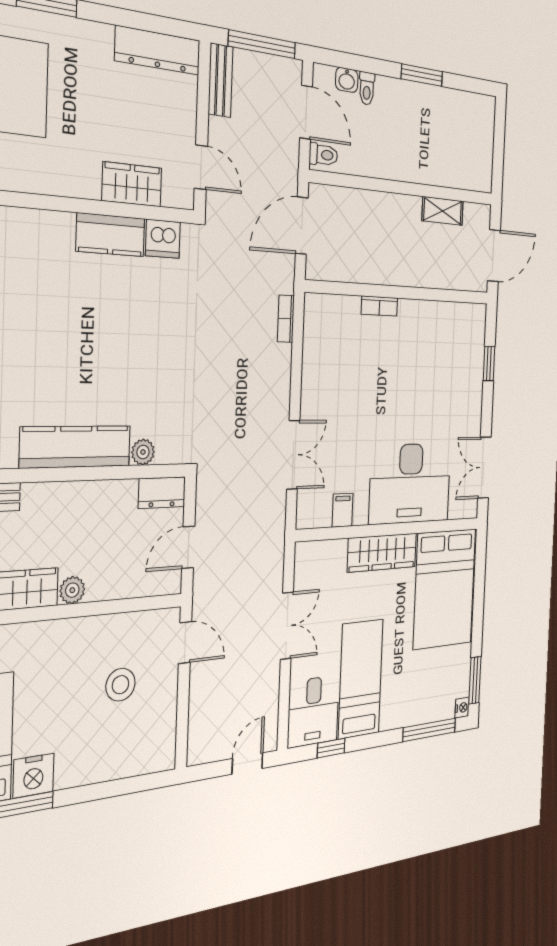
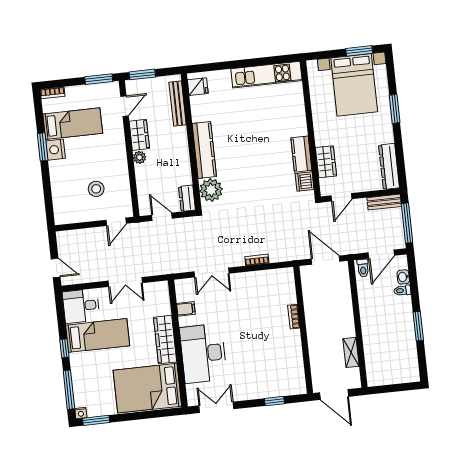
bookcase: (286, 319) -> (257, 260), moved
plant: (143, 452) -> (211, 190), width x1.88, depth x1.88
window: (331, 748) -> (64, 348), moved

